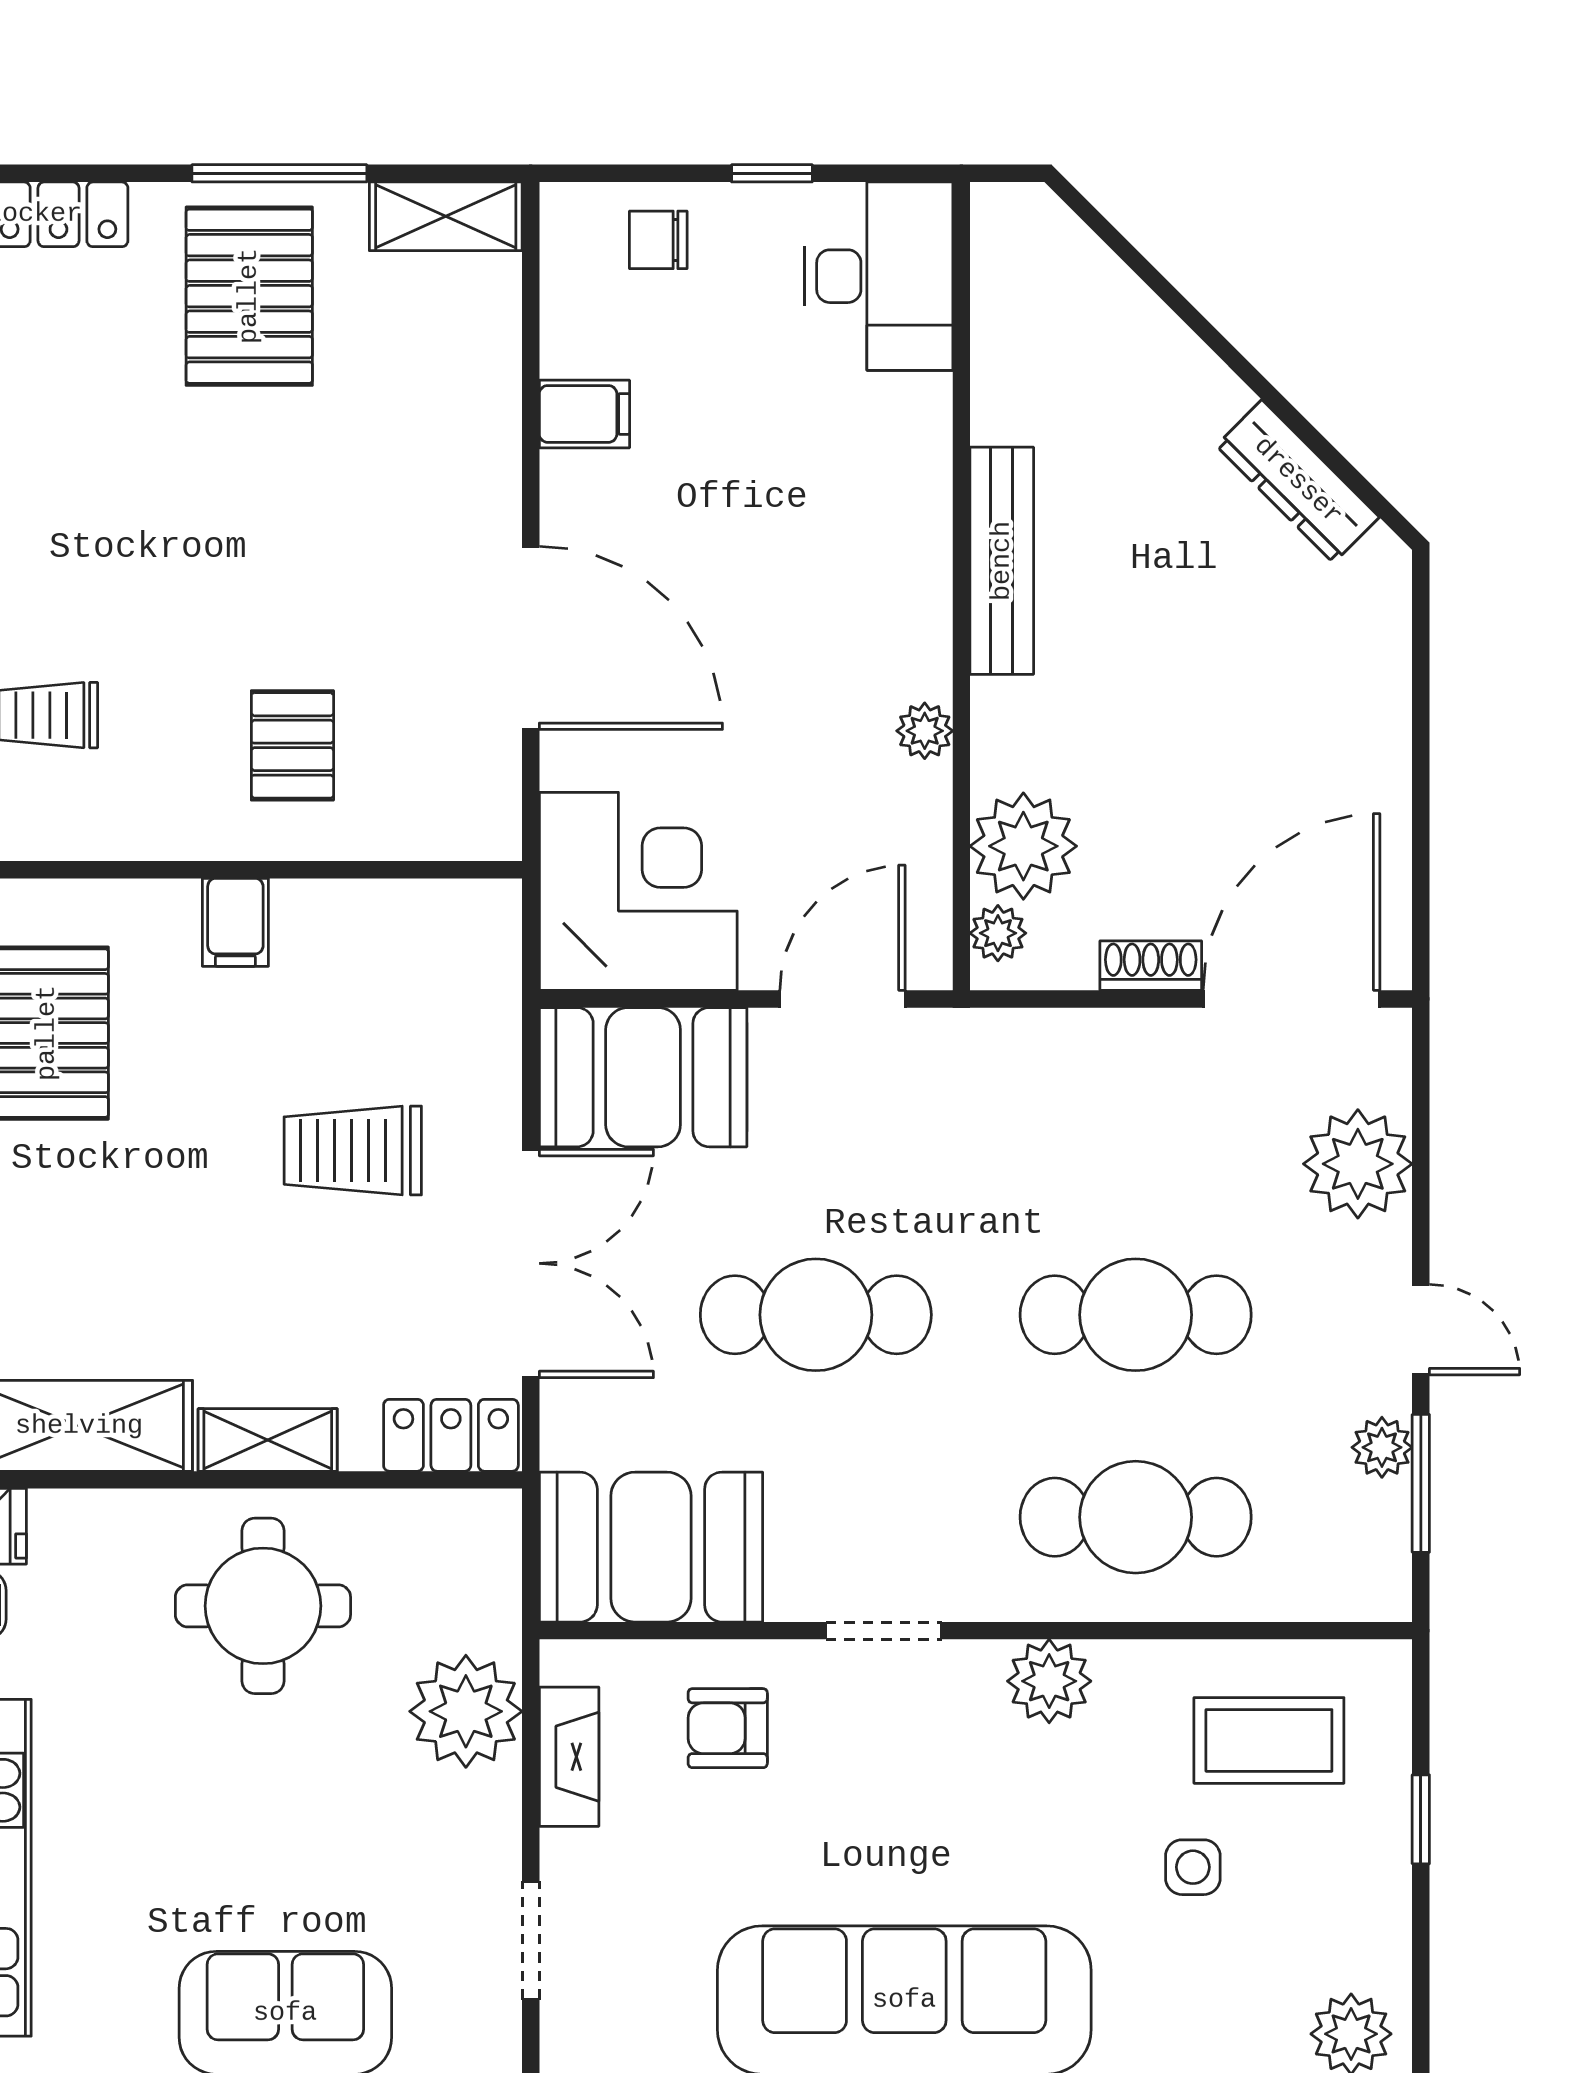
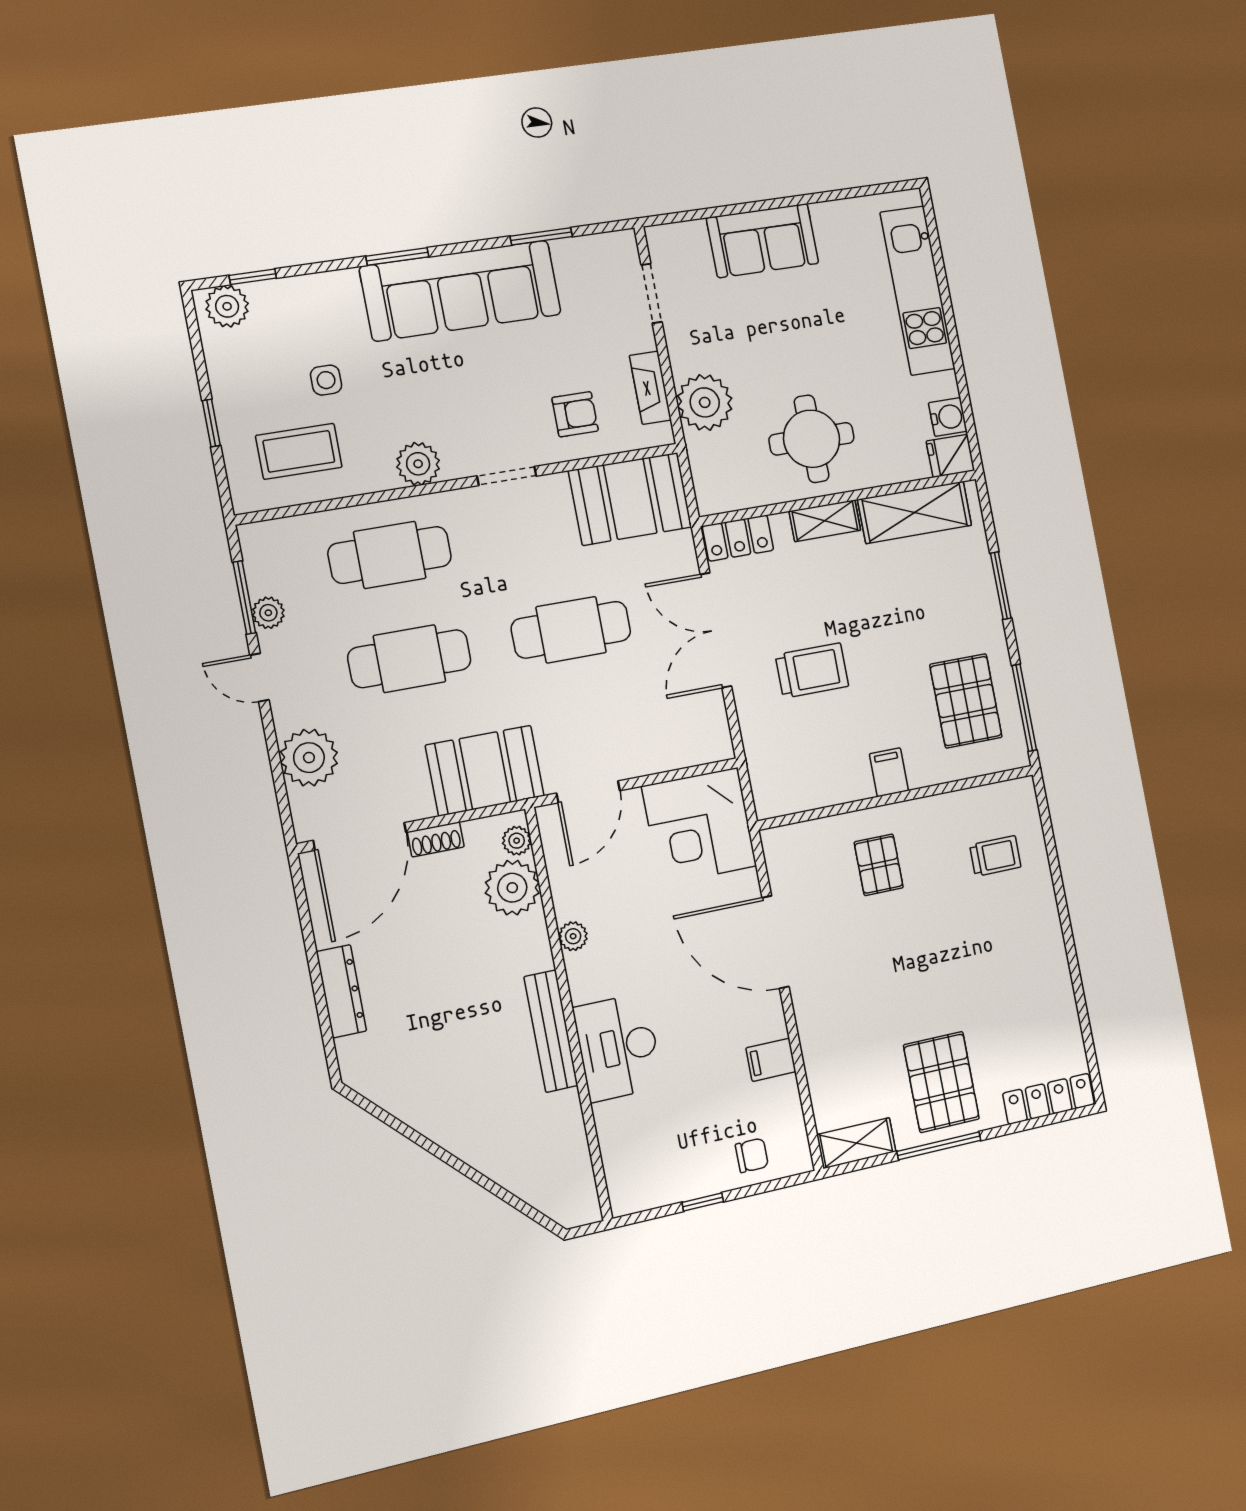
desk: (879, 276) -> (618, 1047), moved
dresser: (1298, 481) -> (341, 991), moved, turned 45
booth: (643, 1077) -> (485, 771), moved

